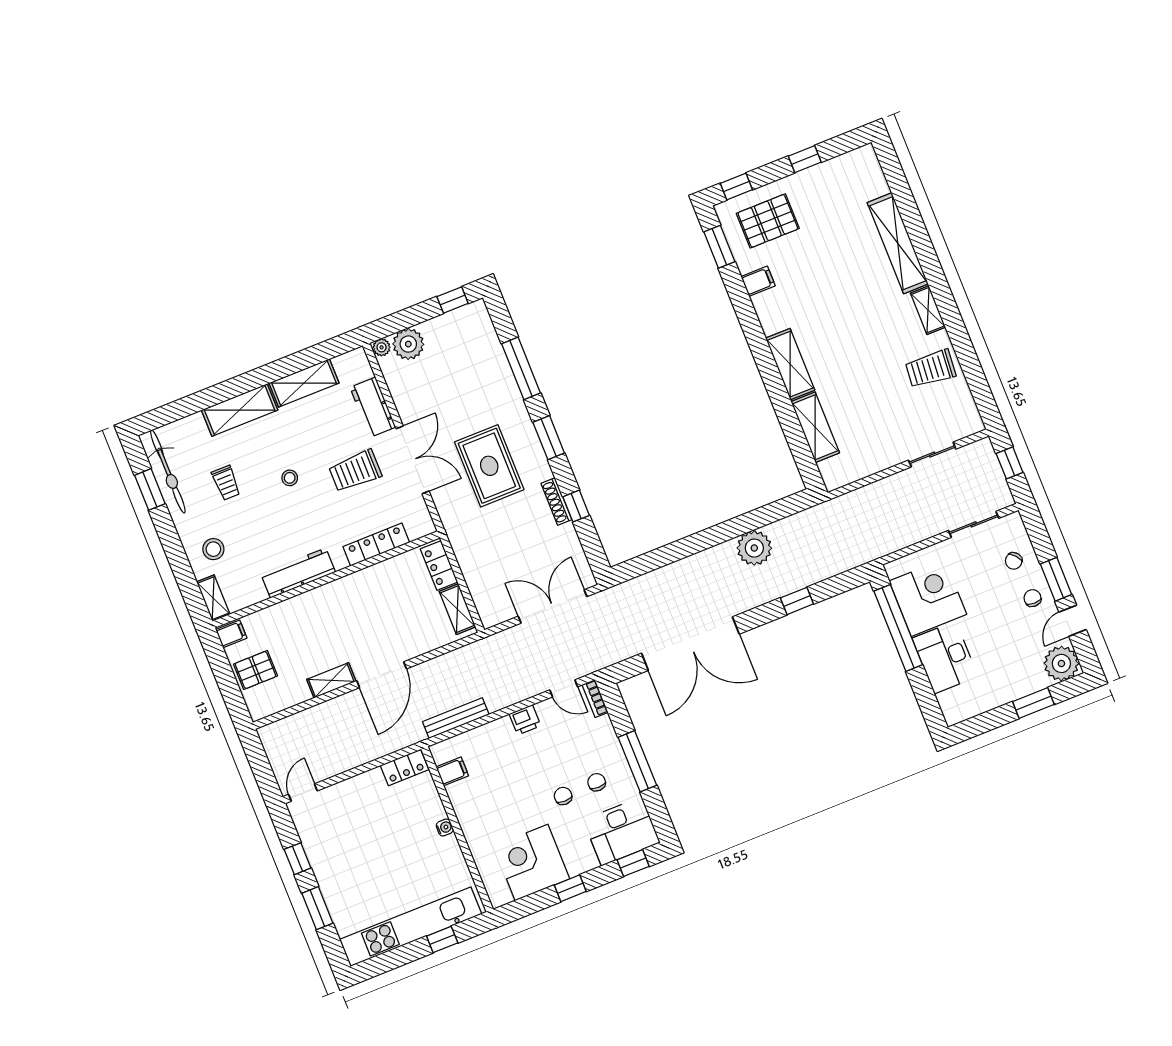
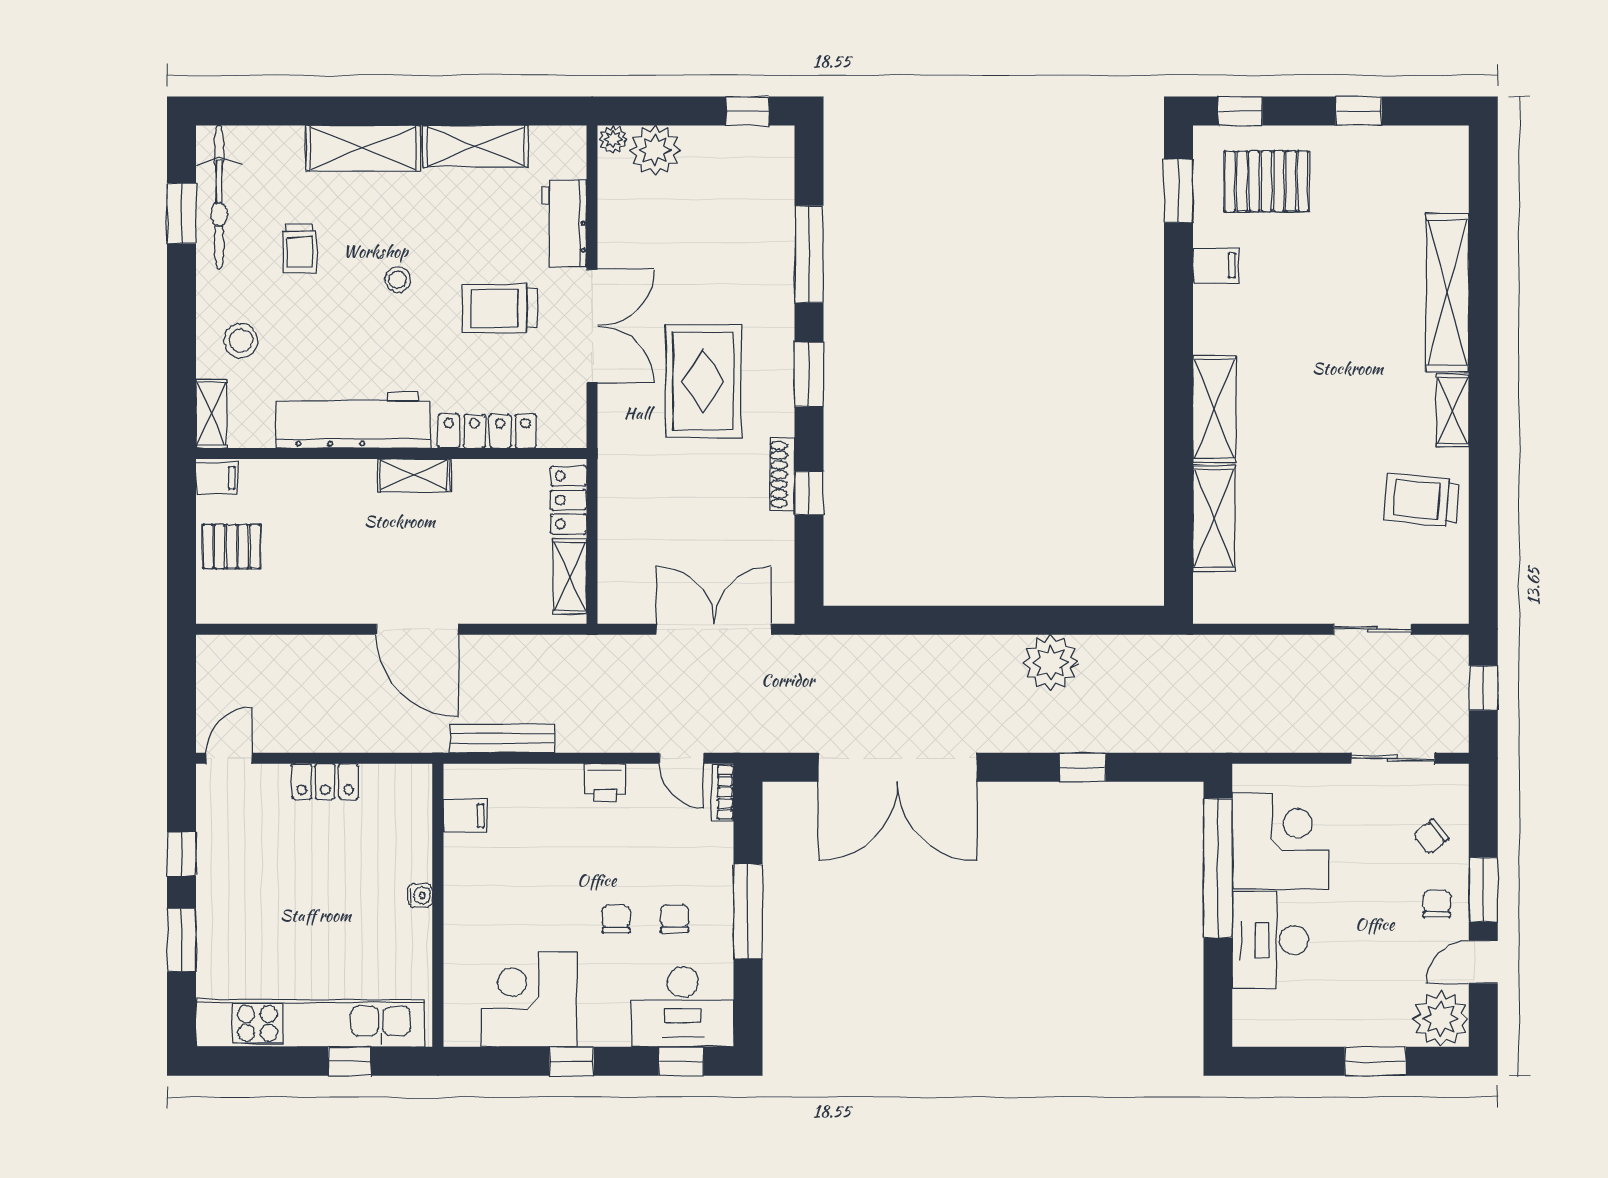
workbench: (298, 573) -> (353, 420), width x1.36, depth x1.32
door: (382, 675) -> (417, 629), hinge flipped
shelving: (331, 680) -> (414, 475), moved
locker: (404, 767) -> (325, 781), moved

